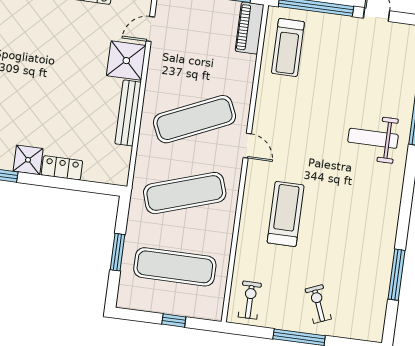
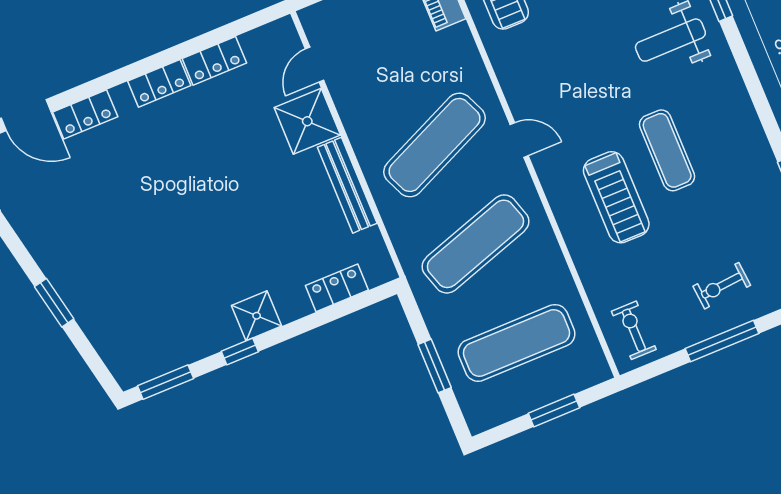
locker: (62, 168) -> (337, 288), moved
exercise mat: (333, 204) -> (667, 150), added
treadmill: (286, 214) -> (616, 197), turned 180
exercise bike: (318, 304) -> (722, 286), turned -73
window: (174, 321) -> (554, 410), width x1.50

